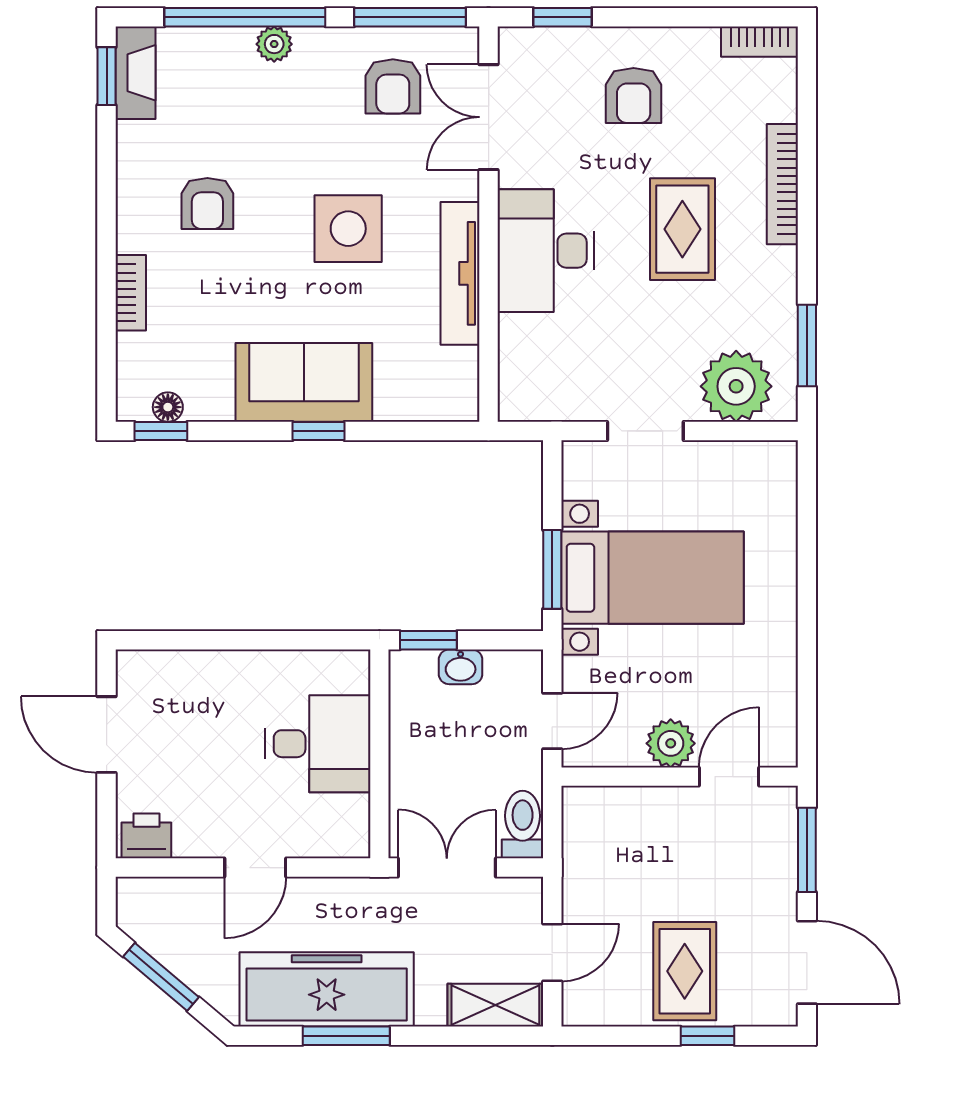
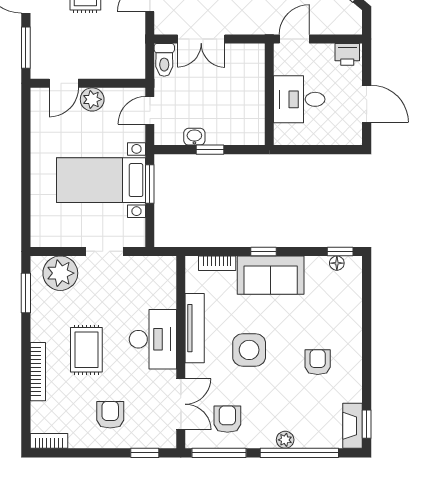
bookcase: (131, 293) -> (217, 263), moved, turned -90
desk: (318, 744) -> (299, 99), moved
wall: (379, 754) -> (269, 94), moved

